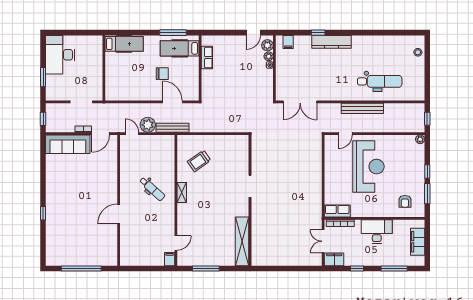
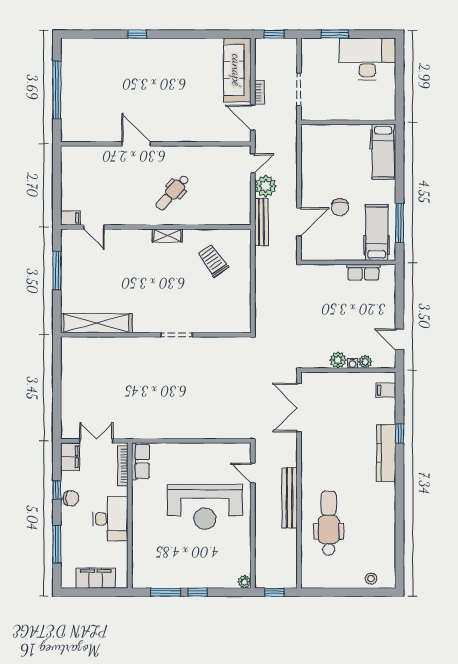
plant: (267, 45) -> (338, 360), moved
dental chair: (380, 81) -> (329, 523), turned 180
armchair: (405, 201) -> (154, 560), removed
chair: (363, 259) -> (71, 498), added

